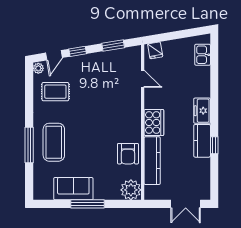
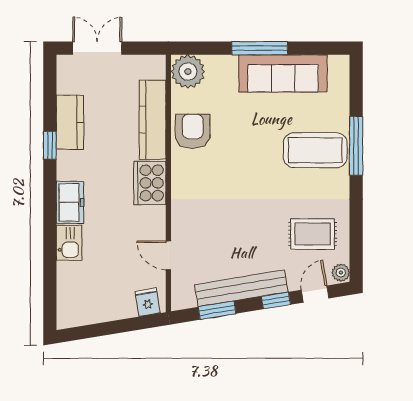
kitchen sink: (203, 55) -> (69, 243), moved
bench: (98, 59) -> (241, 288), added
kitchen counter: (202, 141) -> (70, 122), moved
coffee table: (54, 142) -> (315, 150), turned 90
sofa: (73, 189) -> (283, 73), width x1.36

